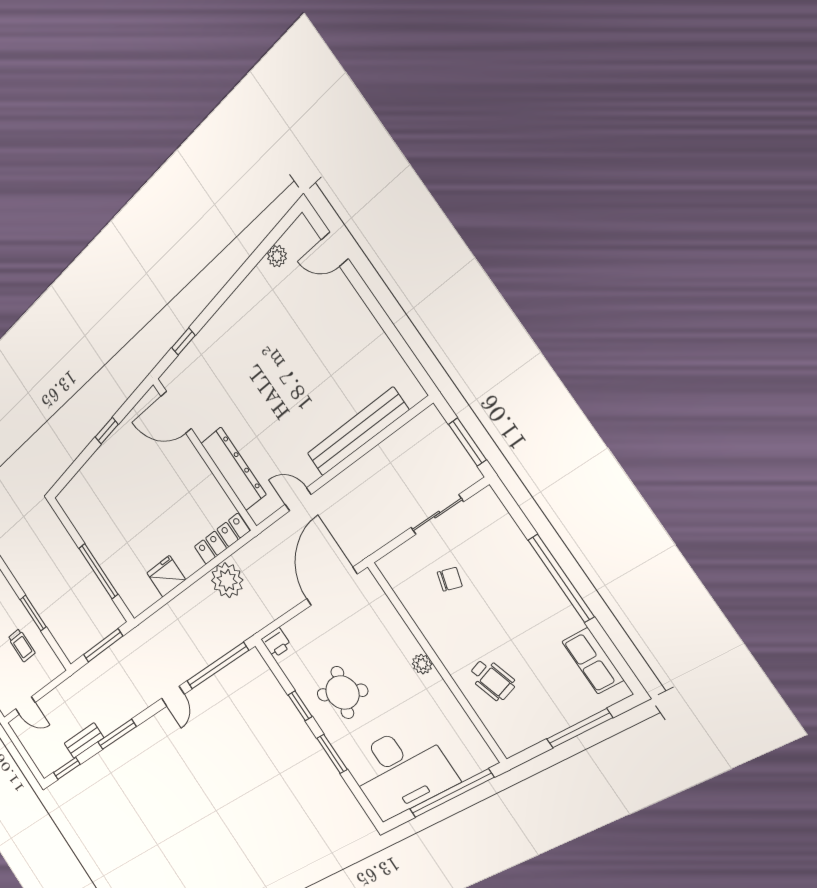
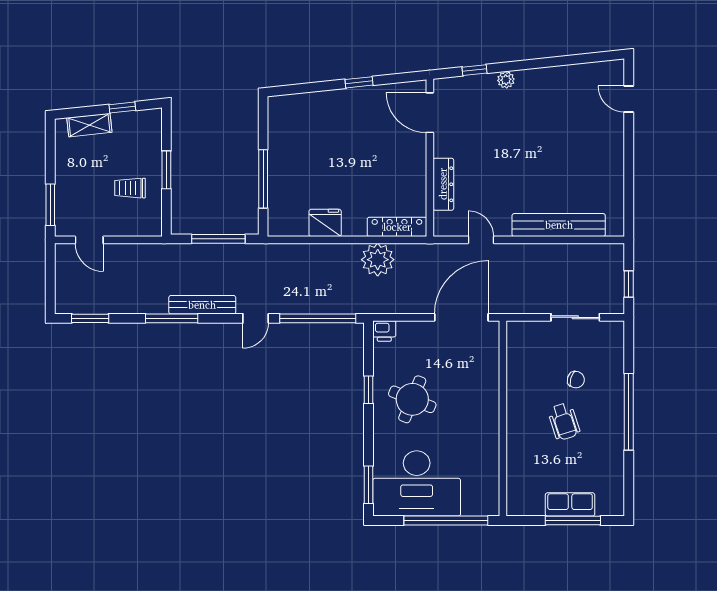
plant: (277, 256) -> (506, 80), moved
window: (467, 442) -> (629, 284), width x0.67
dresser: (233, 469) -> (443, 184), width x0.73, depth x0.80
chair: (450, 579) -> (576, 380), moved
trolley: (22, 645) -> (130, 188), turned 90
row of seats: (593, 661) -> (570, 504), moved, turned 90
plant: (422, 664) -> (491, 414), removed
wheelchair: (492, 680) -> (564, 422), moved
bench: (84, 741) -> (202, 305), moved, width x1.36
window: (332, 754) -> (369, 485), moved

